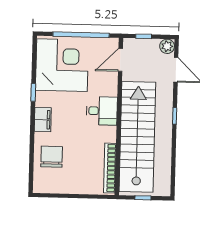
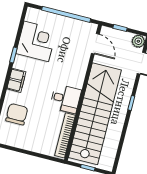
door: (120, 60) -> (95, 44), swing flipped
corner desk: (62, 65) -> (36, 41), width x0.74, depth x0.74
desk: (102, 111) -> (66, 99), moved

